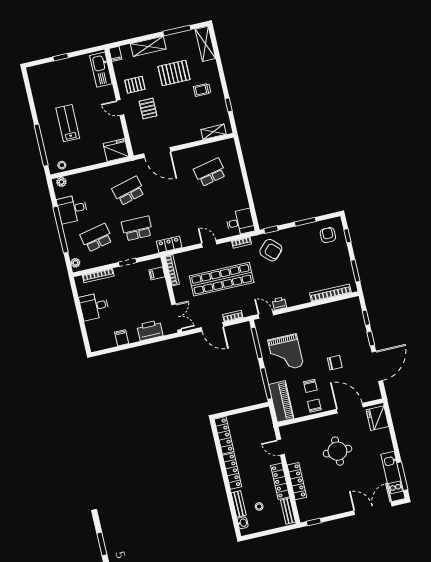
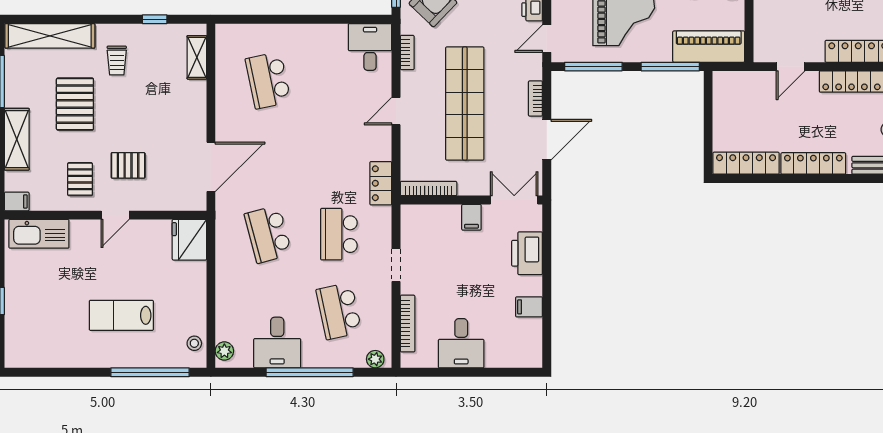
shelving: (205, 44) -> (50, 36), width x1.47
filing cabinet: (157, 273) -> (471, 217), moved

